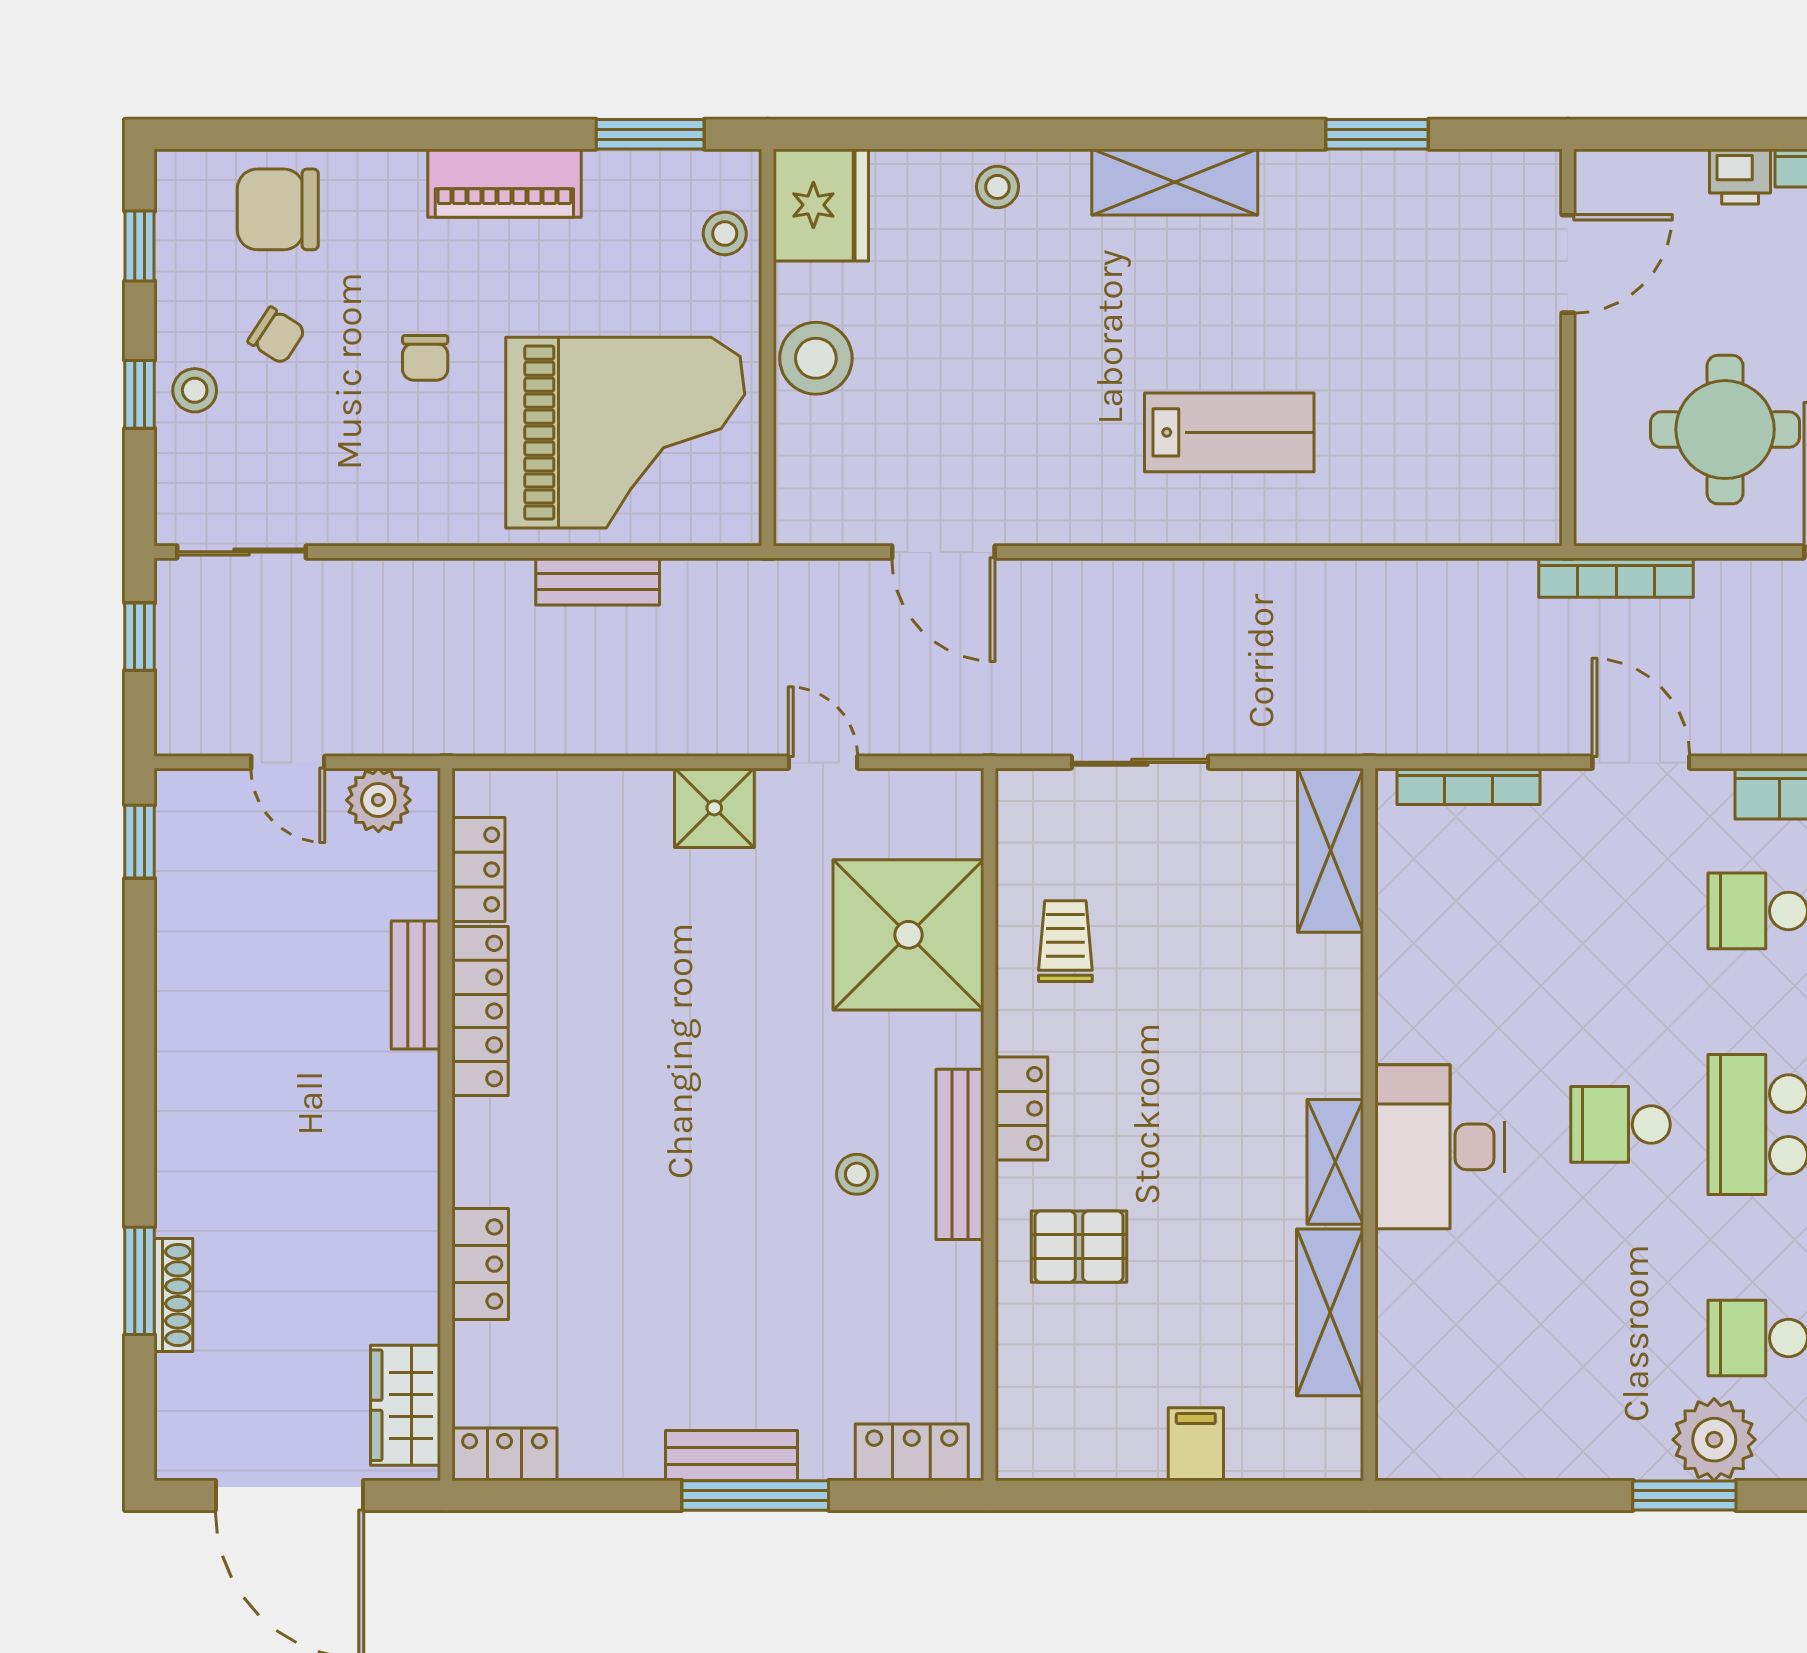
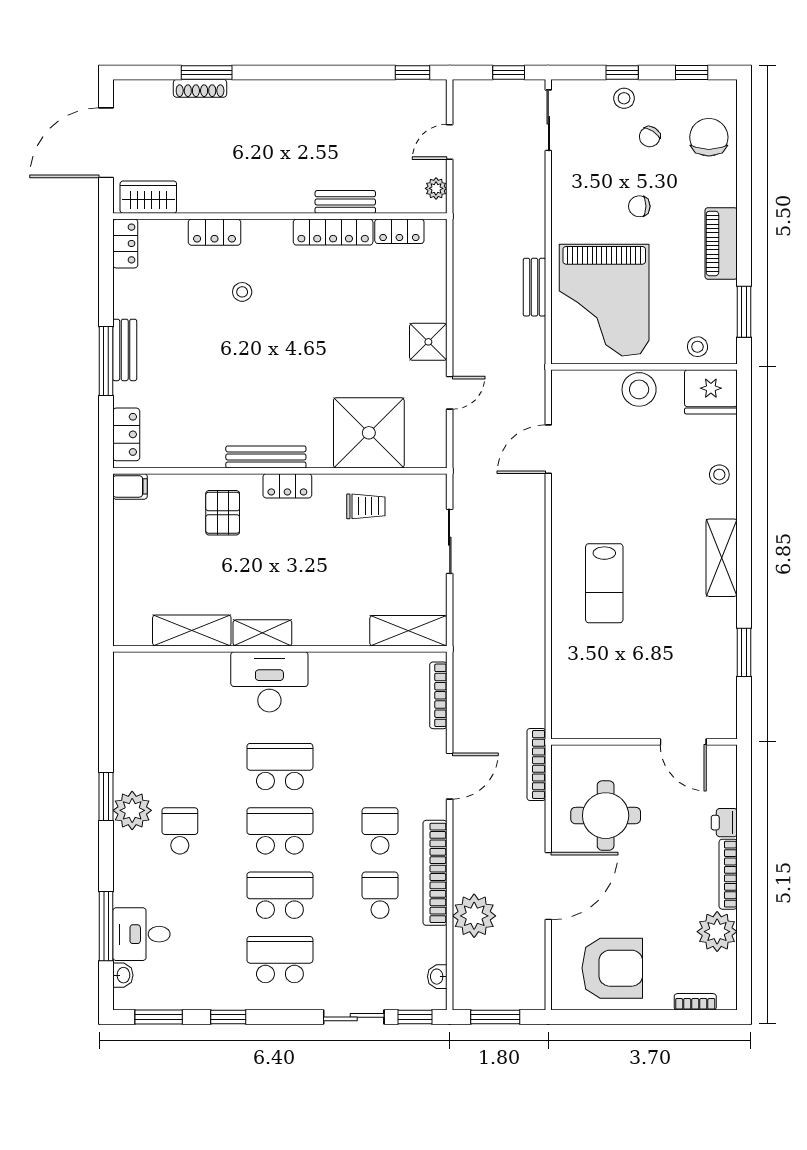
plant: (378, 800) -> (436, 188), width x0.73, depth x0.73
school desk: (1621, 1124) -> (280, 767), width x1.85
stool: (857, 1174) -> (242, 292), moved
filing cabinet: (1196, 1444) -> (130, 486), moved

